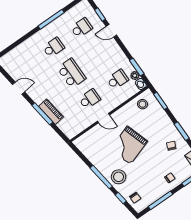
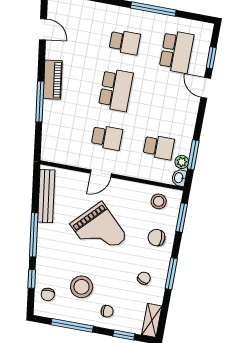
school desk: (81, 28) -> (176, 52), width x1.85
door: (19, 88) -> (43, 29), moved
piano: (51, 112) -> (53, 80), moved
door: (103, 118) -> (101, 173), hinge flipped
chair: (158, 122) -> (156, 238), added
grand piano: (129, 145) -> (99, 231), turned -118
bench: (89, 154) -> (46, 196), added
stool: (119, 177) -> (82, 287), moved

